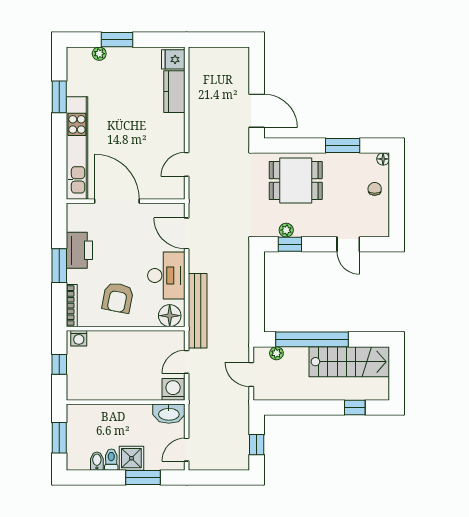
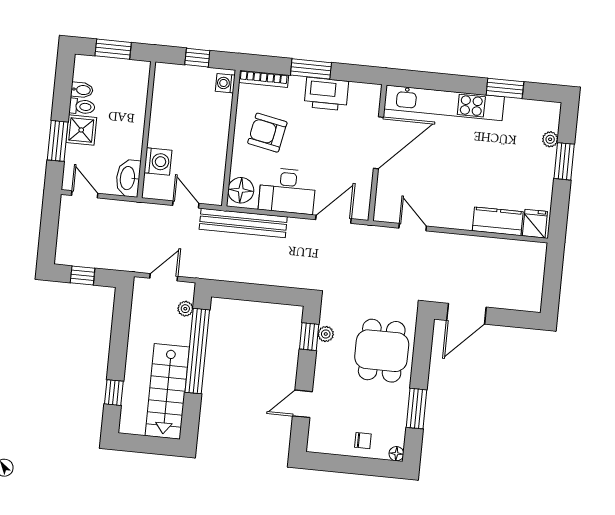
washing machine: (173, 389) -> (158, 161), moved

